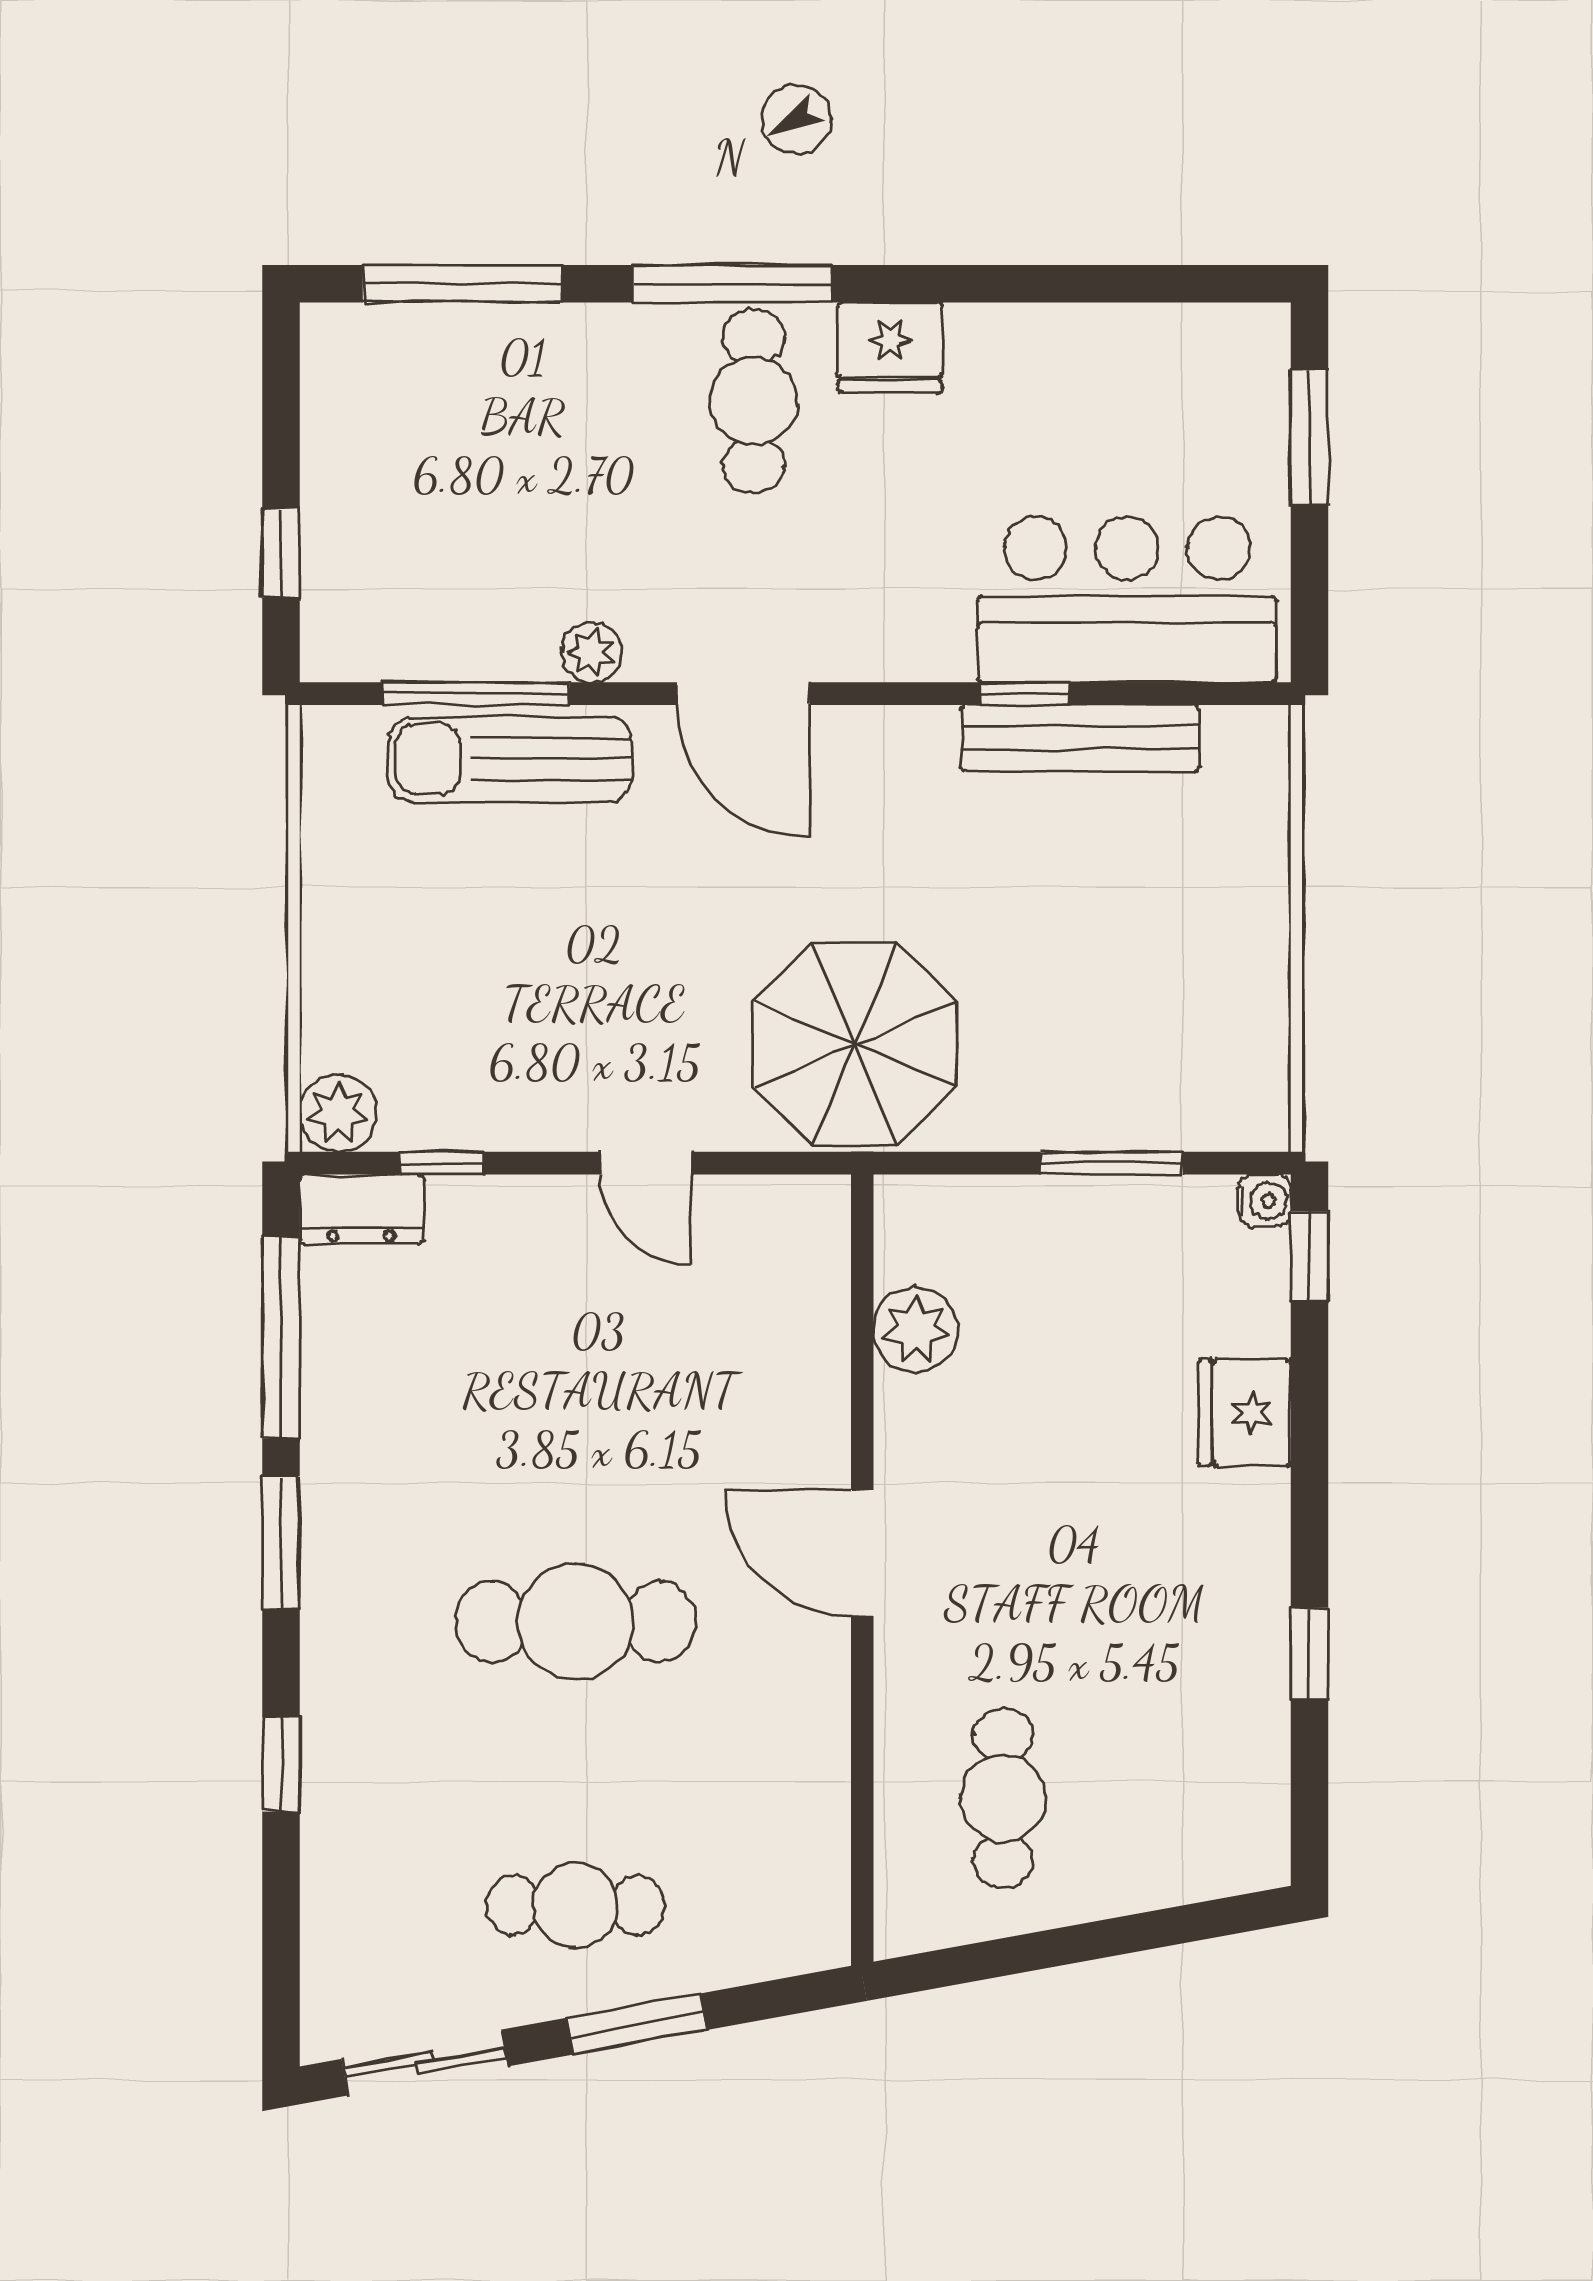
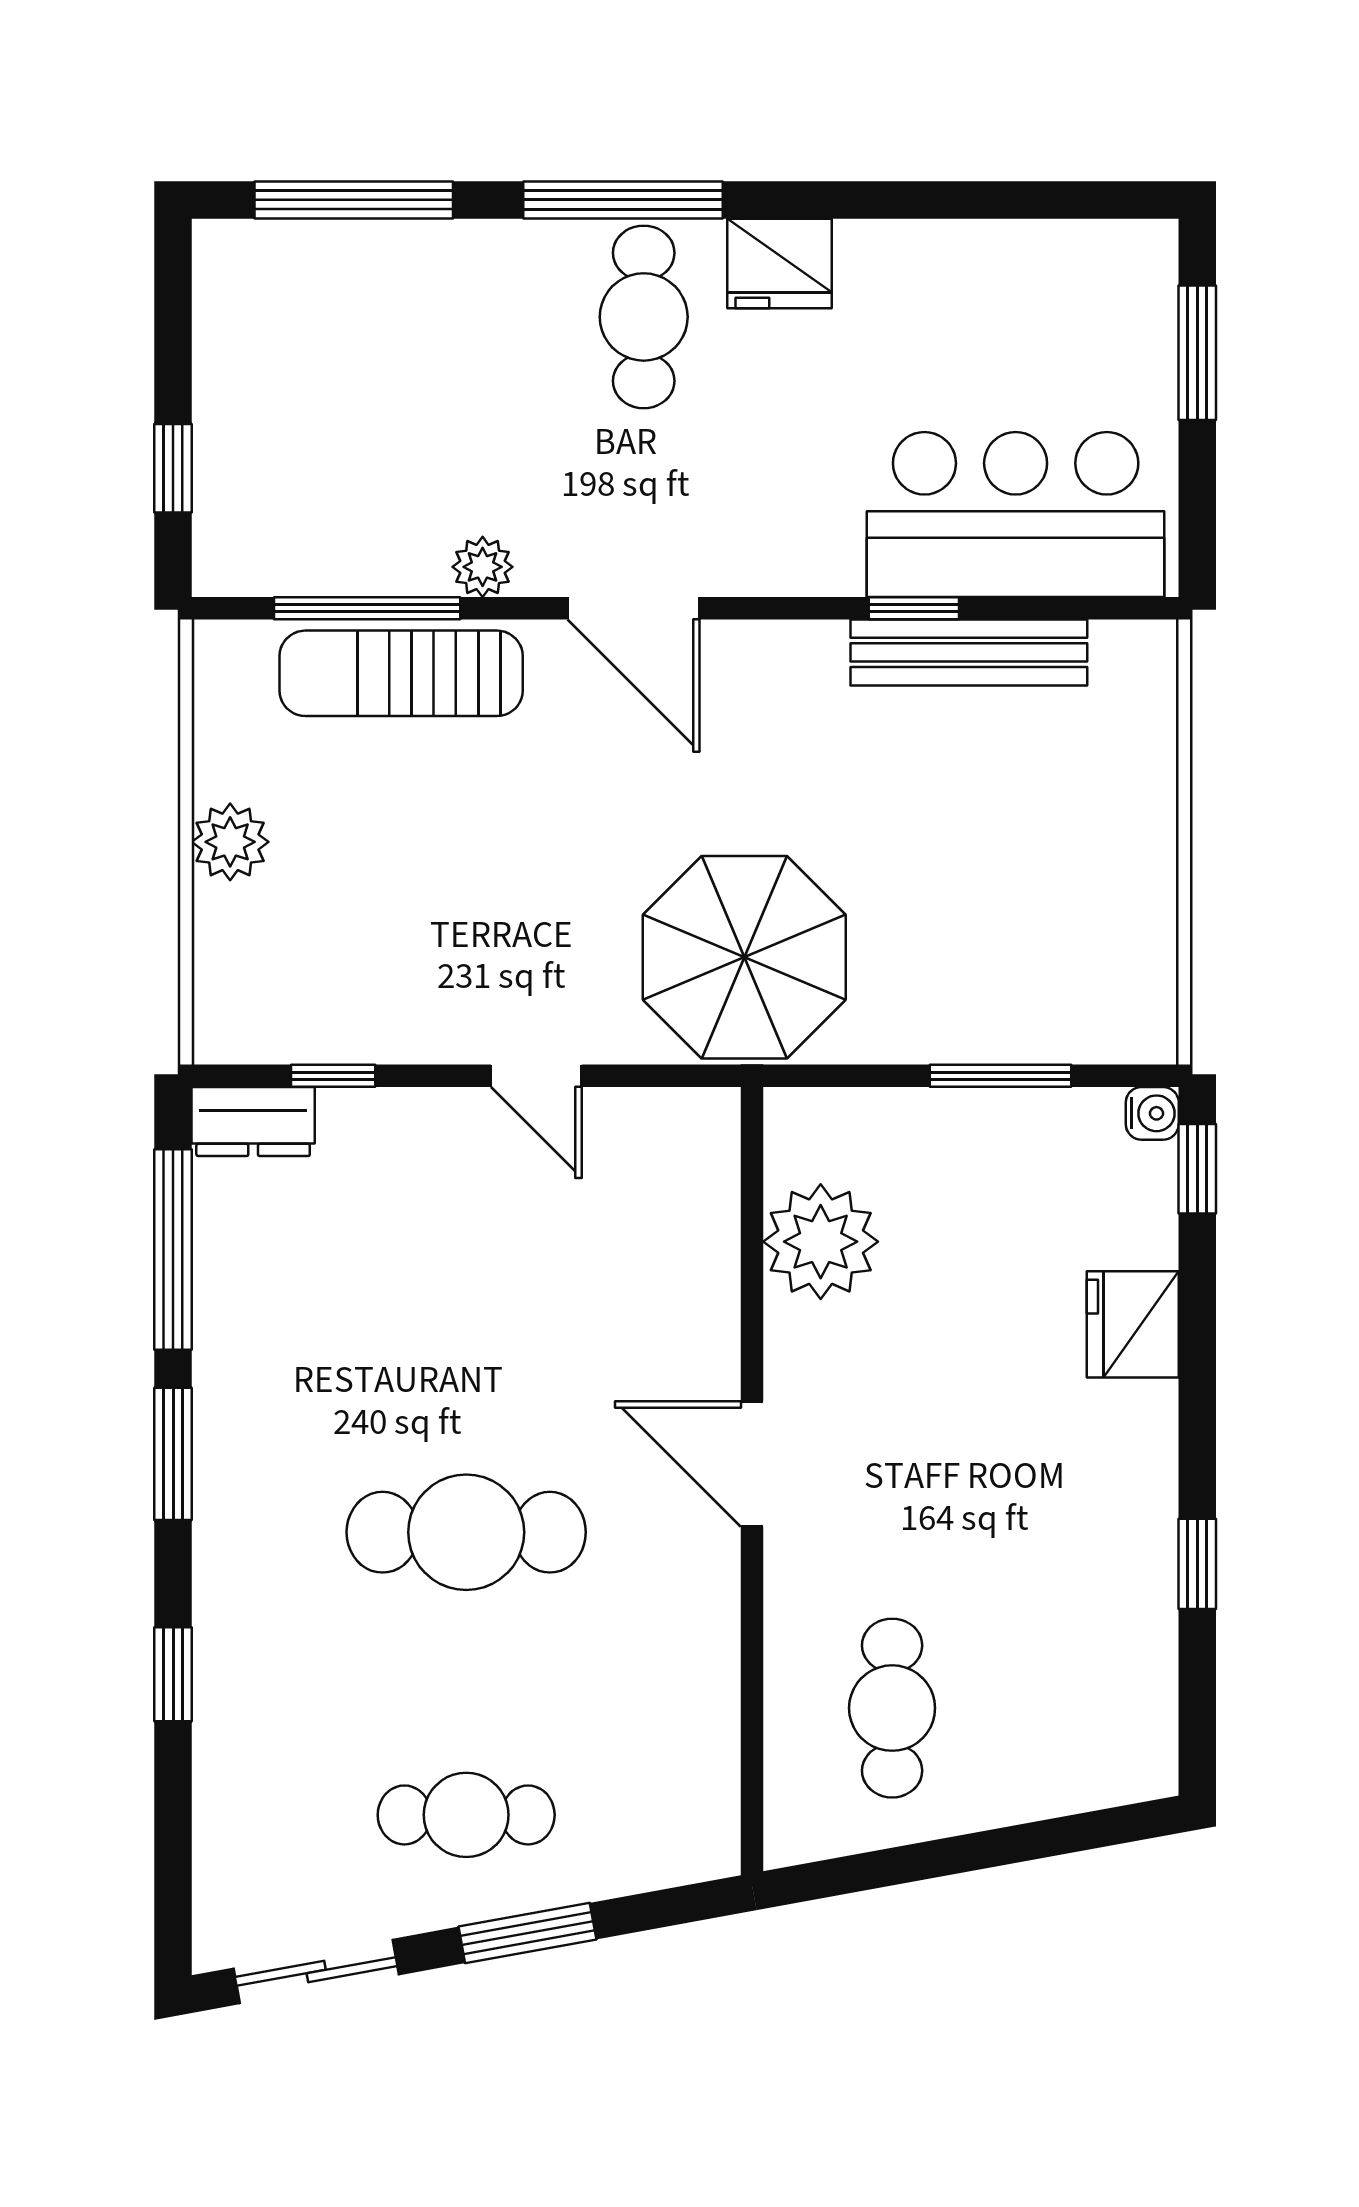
plant: (338, 1113) -> (230, 842), moved
plant: (916, 1330) -> (821, 1242), width x1.36, depth x1.36

